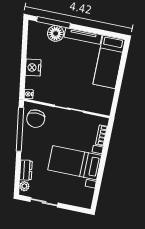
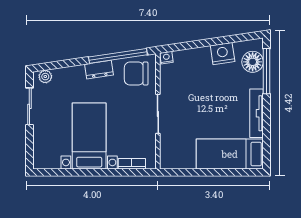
floor lamp: (56, 33) -> (253, 62), moved
nightstand: (33, 68) -> (223, 54), moved
dresser: (26, 170) -> (99, 70), moved

